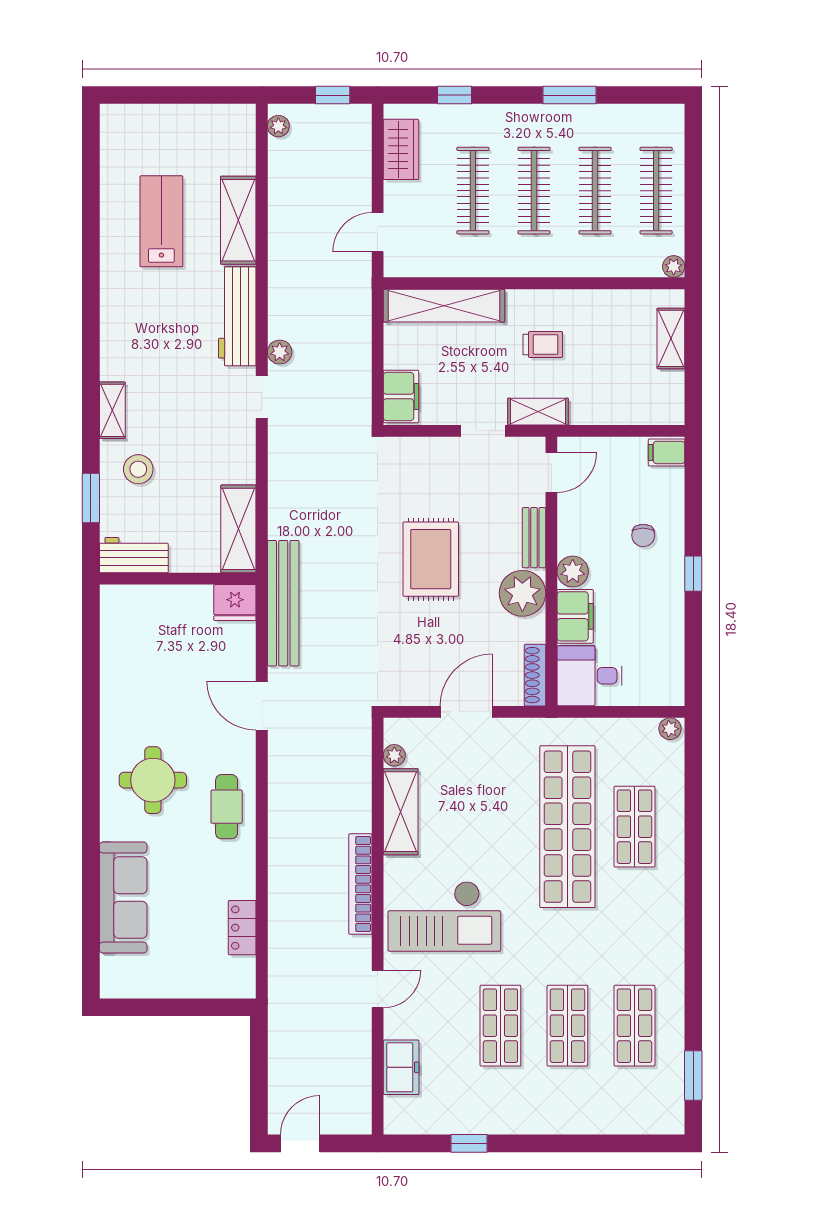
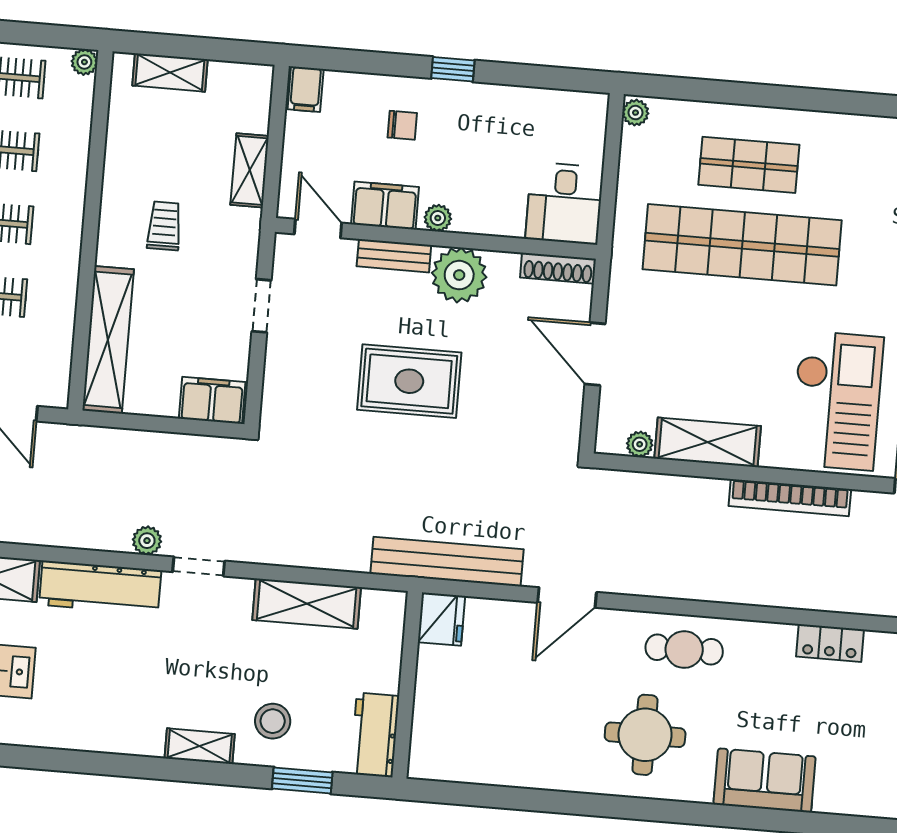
shelving: (538, 412) -> (250, 170), moved
shelving: (238, 529) -> (307, 604), moved
plant: (573, 572) -> (438, 218), width x0.73, depth x0.73
filing cabinet: (575, 616) -> (385, 206), moved
sofa: (123, 897) -> (765, 780), width x0.73

